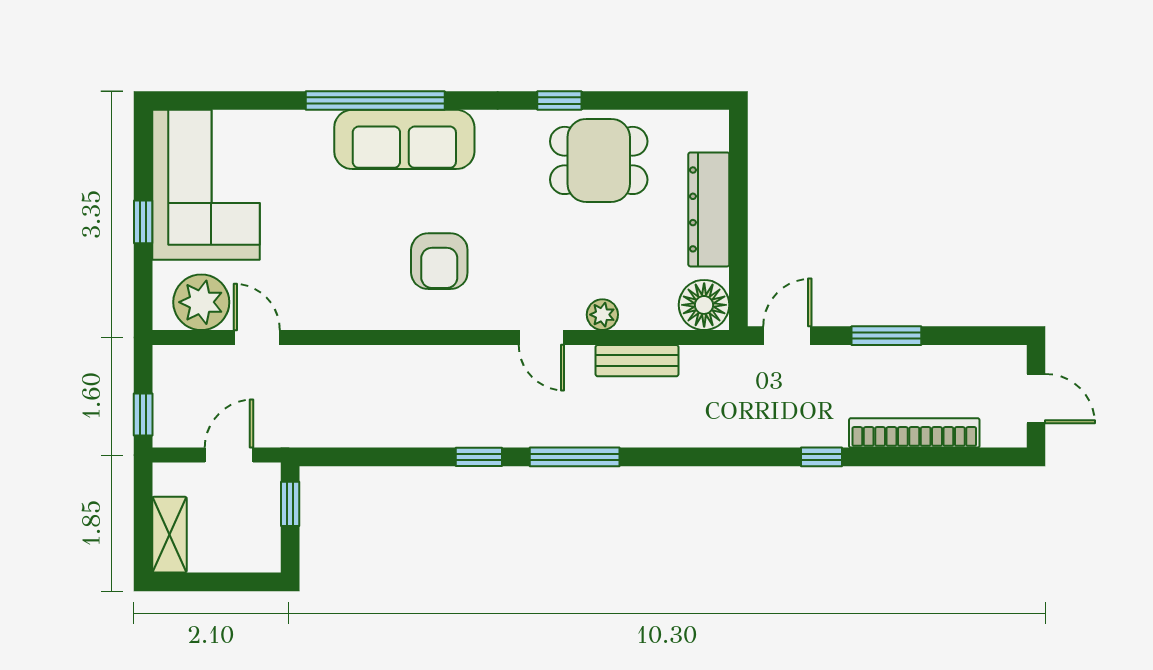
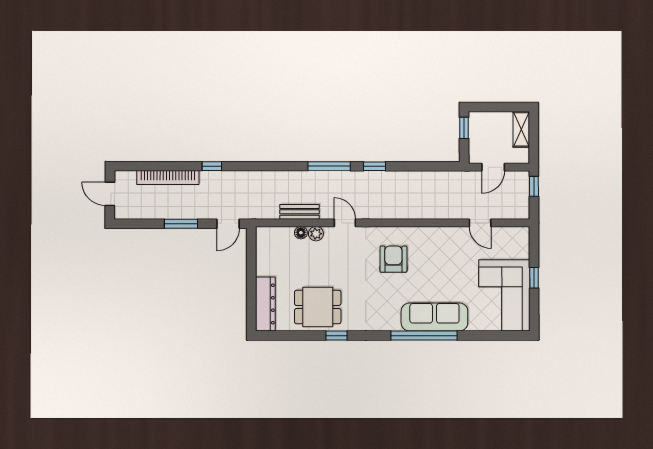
sofa: (404, 139) -> (434, 317), moved
dresser: (709, 209) -> (265, 304), moved
plant: (201, 302) -> (506, 240), removed
floor lamp: (704, 305) -> (301, 233), moved, width x0.53, depth x0.53
window: (290, 504) -> (464, 128), moved

